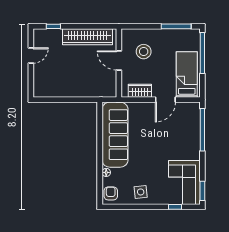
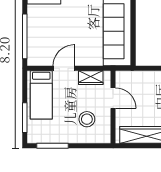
window: (202, 53) -> (25, 118), width x0.68
door: (119, 60) -> (113, 98), moved

